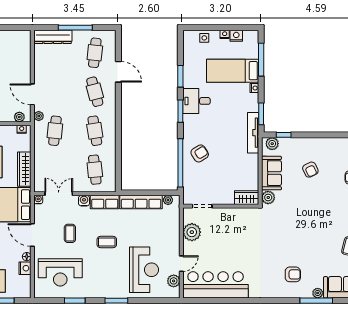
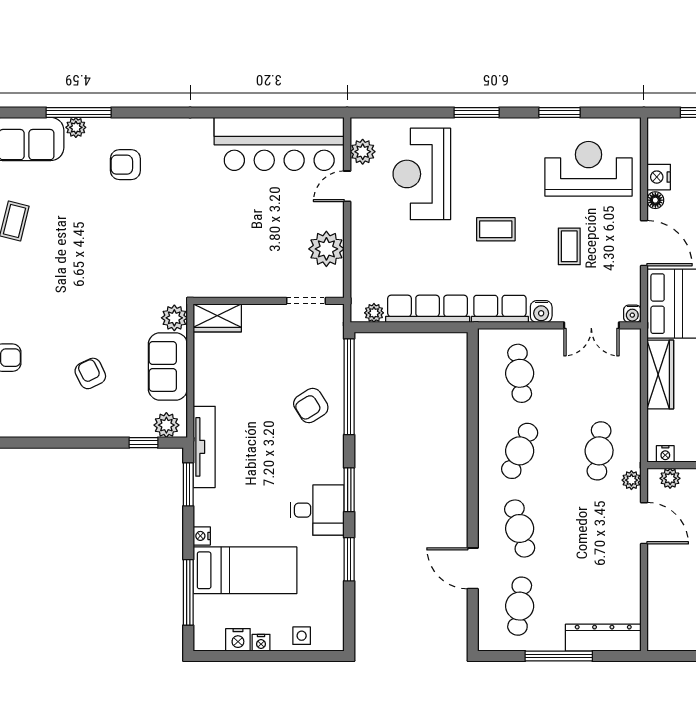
cafe table: (95, 131) -> (520, 451), turned 33

